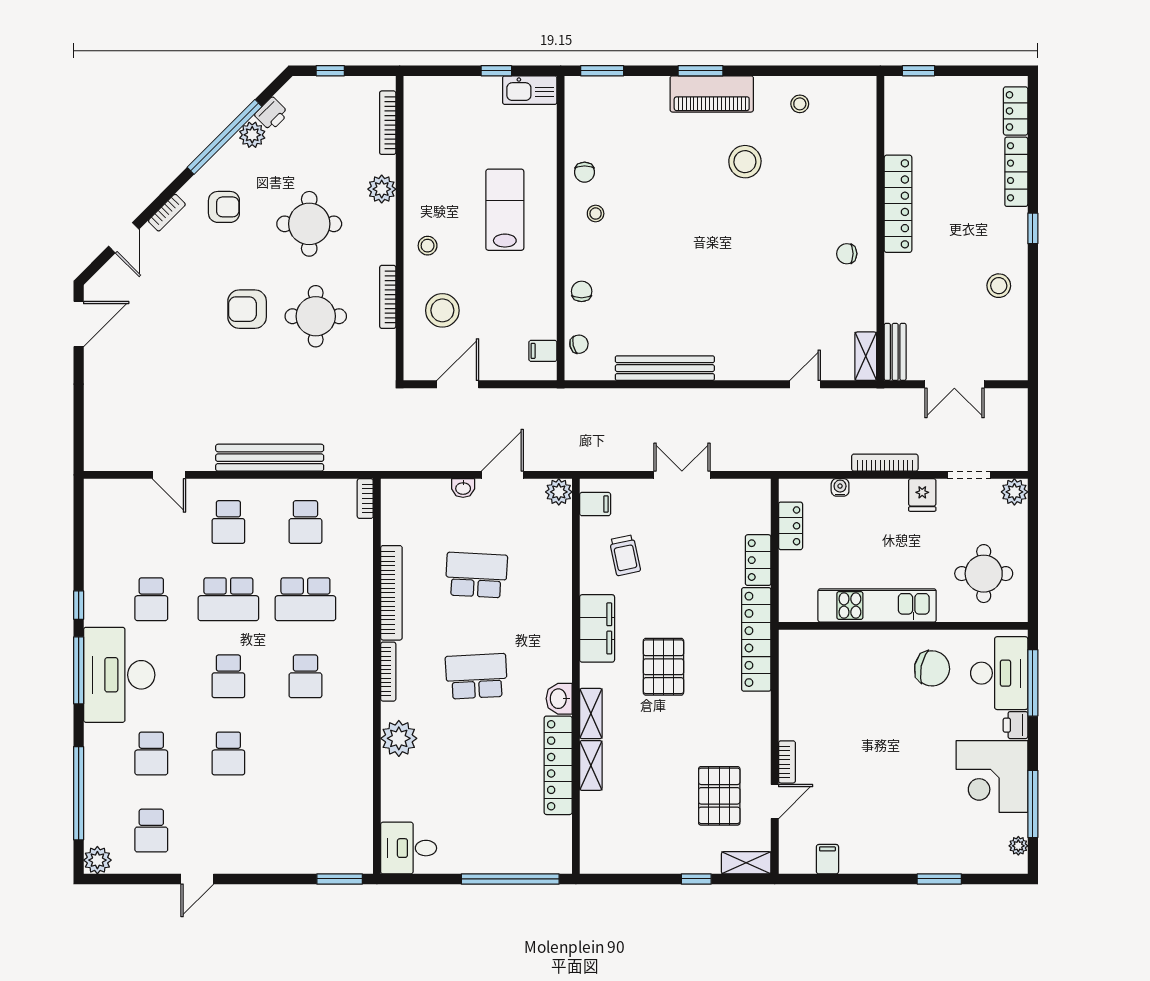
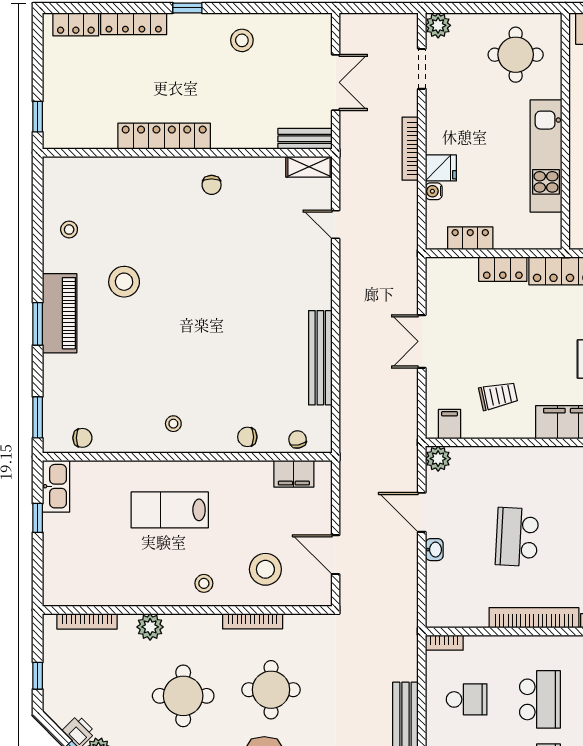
chair: (585, 172) -> (82, 438), moved
filing cabinet: (543, 351) -> (294, 474), width x2.00
fridge: (922, 495) -> (441, 168), moved

